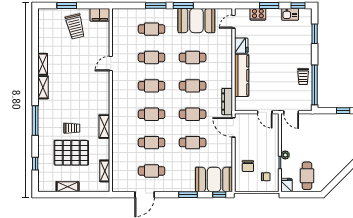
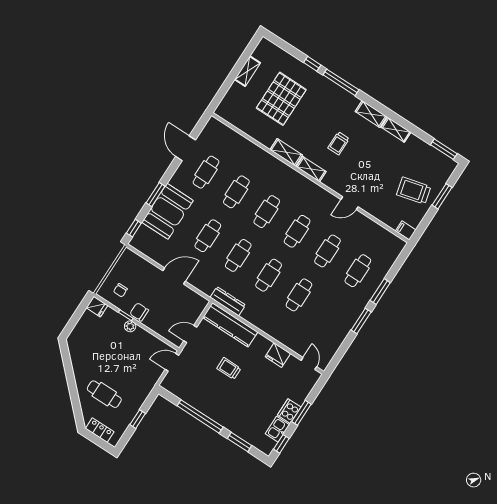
cooker: (258, 14) -> (289, 411), moved
filing cabinet: (100, 15) -> (406, 230), width x0.50
booth: (196, 21) -> (336, 325), removed
window: (35, 24) -> (444, 149), added
door: (111, 63) -> (349, 203), swing flipped
kitchen counter: (242, 75) -> (230, 325), moved
trolley: (303, 77) -> (229, 368), moved
window: (315, 85) -> (200, 416), moved
door: (233, 127) -> (174, 276), moved
trolley: (72, 128) -> (339, 143), moved
window: (35, 164) -> (312, 64), moved
chair: (248, 166) -> (139, 312), moved
shelving: (105, 171) -> (311, 169), moved
cafe table: (307, 176) -> (104, 394), moved
booth: (214, 179) -> (168, 211), moved

